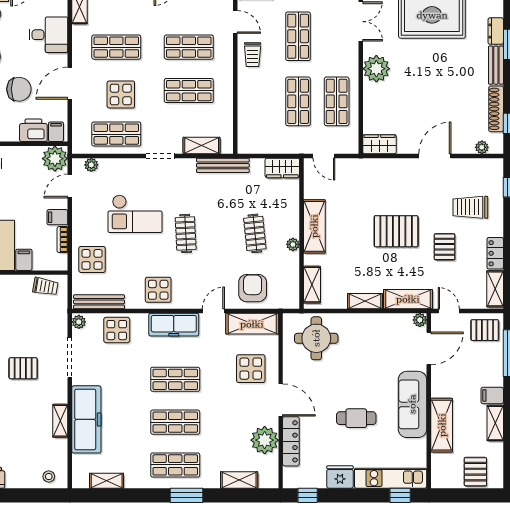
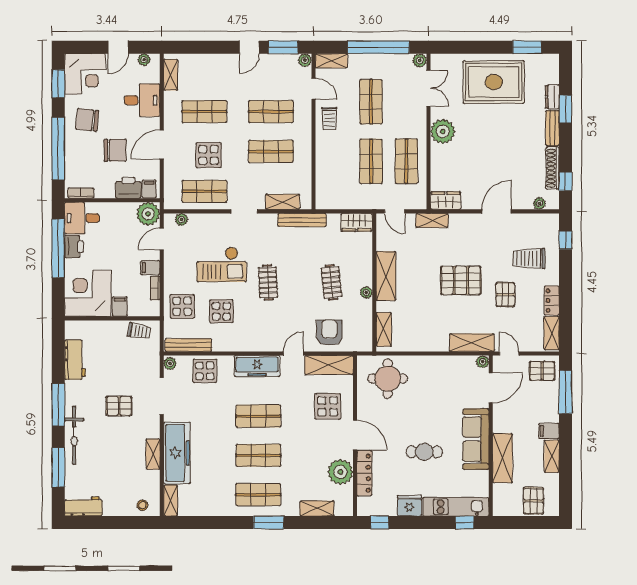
display table: (158, 290) -> (221, 311), moved
shelving: (365, 301) -> (432, 220), moved
shelving: (107, 481) -> (171, 501), moved, turned 90

